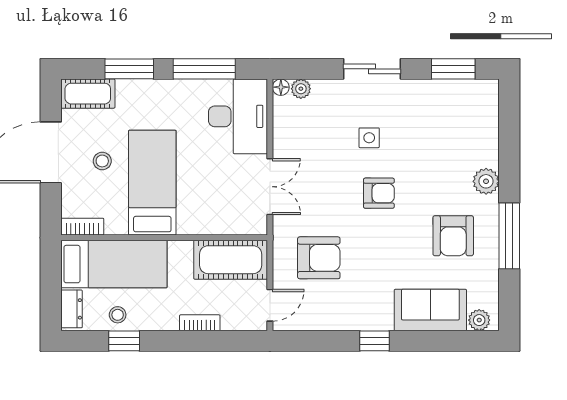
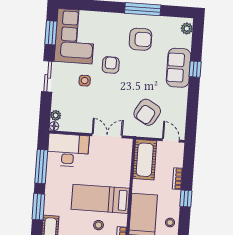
corner sofa: (450, 114) -> (75, 36), added
stool: (102, 161) -> (98, 225), moved
plant: (486, 181) -> (112, 20), removed
armchair: (379, 193) -> (111, 65), moved
armchair: (319, 258) -> (147, 112), turned -150
sofa: (430, 310) -> (179, 68), moved
window: (124, 341) -> (186, 198), moved
window: (375, 341) -> (195, 69), moved

